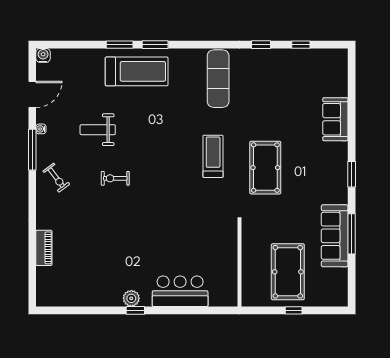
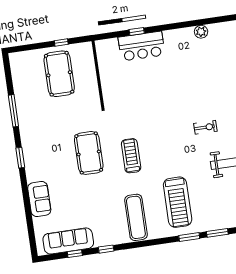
treadmill: (137, 71) -> (178, 202), moved, turned -90
treadmill: (213, 156) -> (131, 156), turned 180
sofa: (335, 236) -> (68, 241), moved, turned -90
plant: (131, 298) -> (201, 32), moved
window: (135, 310) -> (137, 32), moved
window: (294, 310) -> (61, 43), moved

